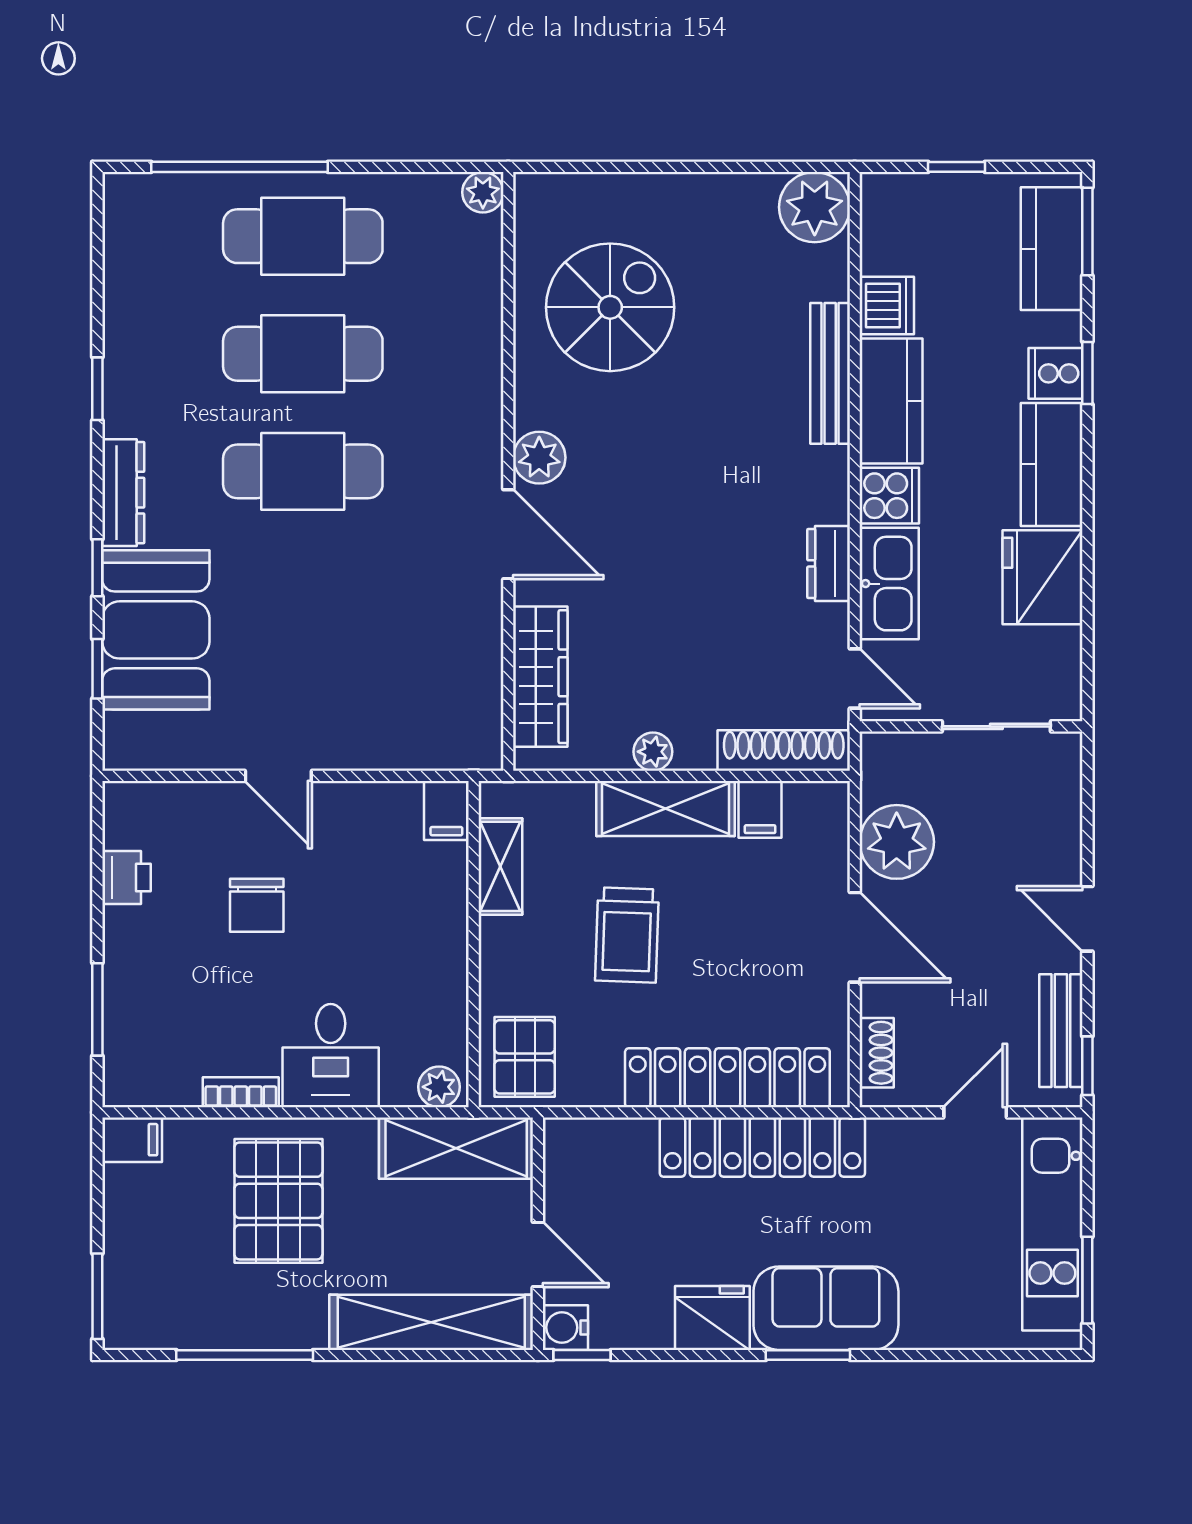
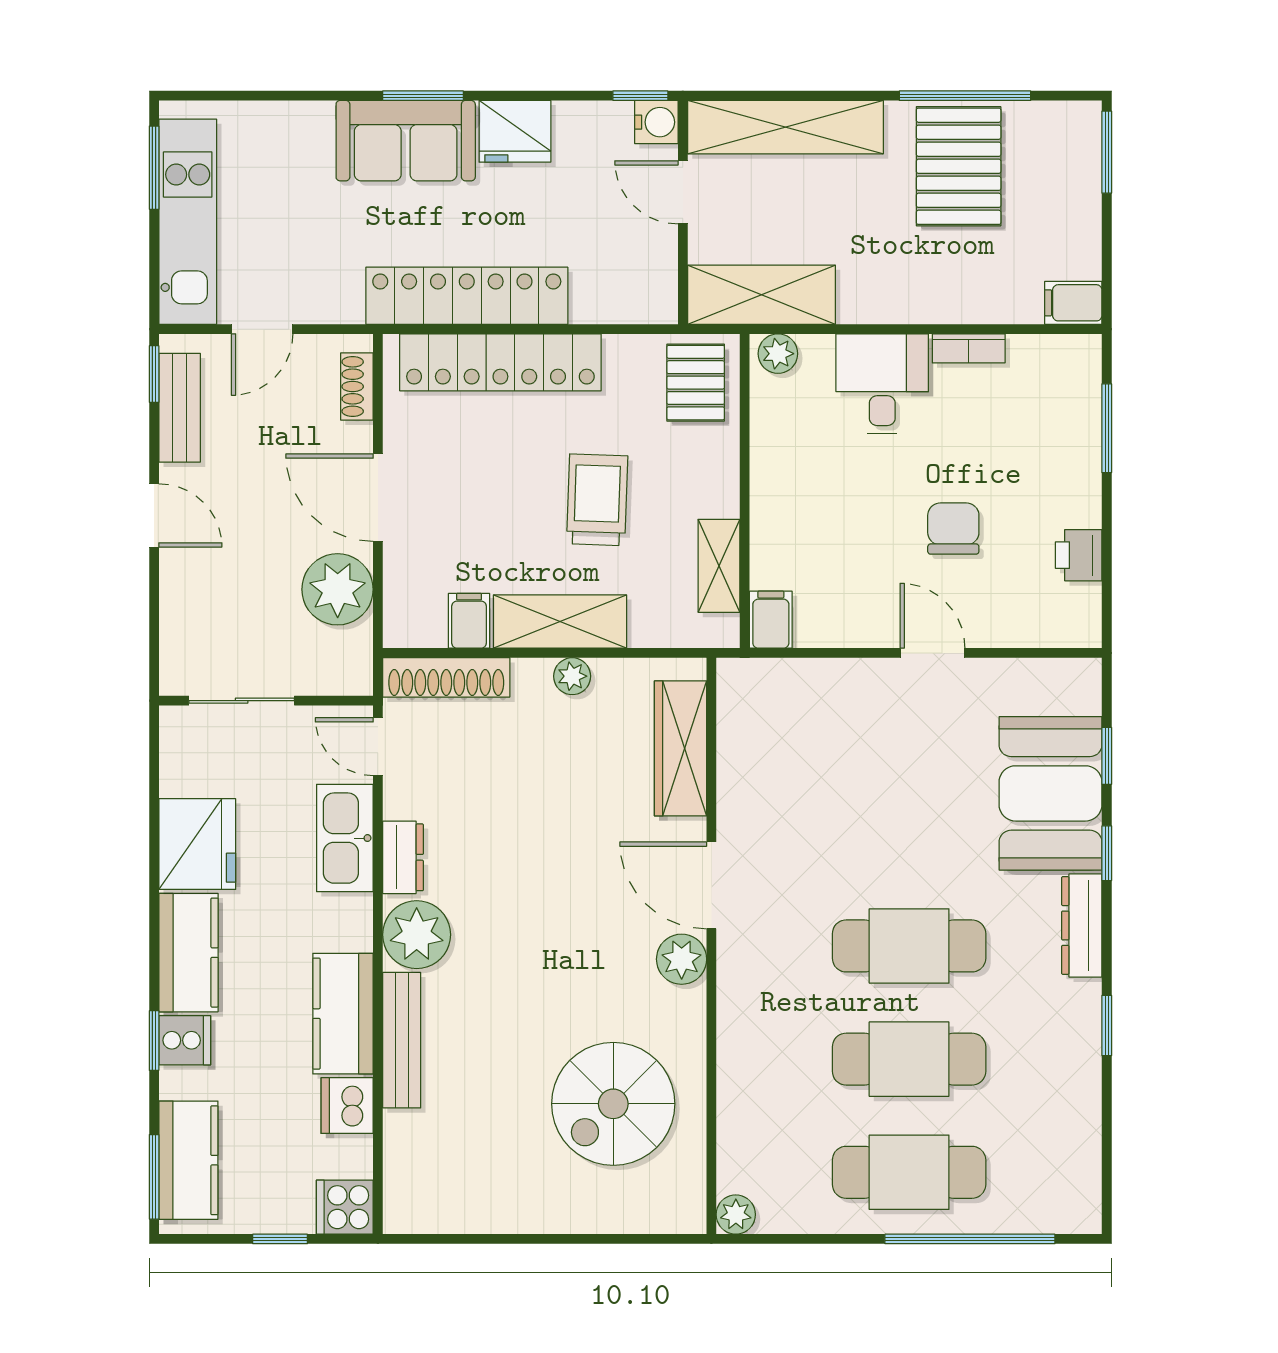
plant: (815, 207) -> (417, 935), moved
cooker: (889, 496) -> (345, 1207), moved
pallet: (278, 1201) -> (959, 166), moved

